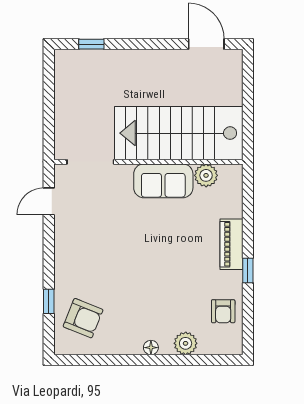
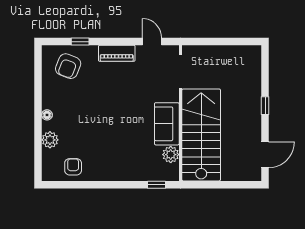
window: (91, 44) -> (265, 106), moved
piano: (232, 244) -> (117, 53), moved, turned 180
window: (248, 271) -> (157, 185), moved
armchair: (223, 311) -> (73, 167), turned 90

